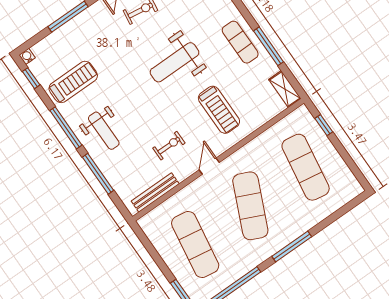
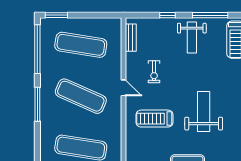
weight bench: (104, 131) -> (192, 37), turned -90
window: (98, 174) -> (167, 15), width x0.46
bench: (155, 192) -> (131, 38), width x0.73

